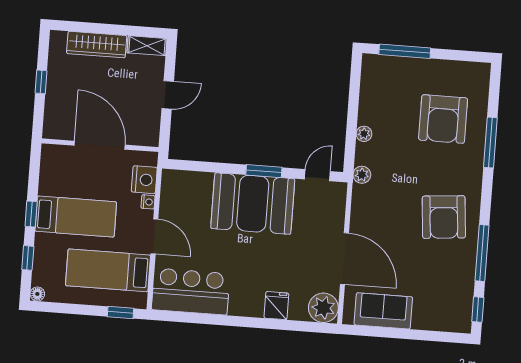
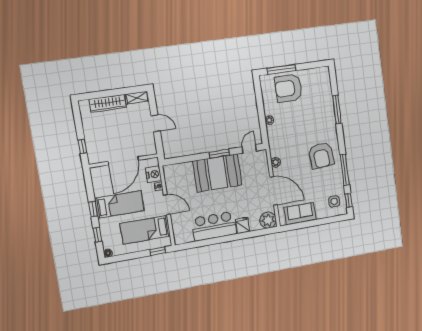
window: (41, 82) -> (82, 146), moved
door: (168, 95) -> (156, 123), hinge flipped
armchair: (443, 119) -> (288, 88), moved, turned 90
door: (100, 145) -> (123, 161), swing flipped
plant: (362, 175) -> (276, 162), moved
bar counter: (191, 292) -> (214, 226), moved
side table: (451, 305) -> (334, 201), added

